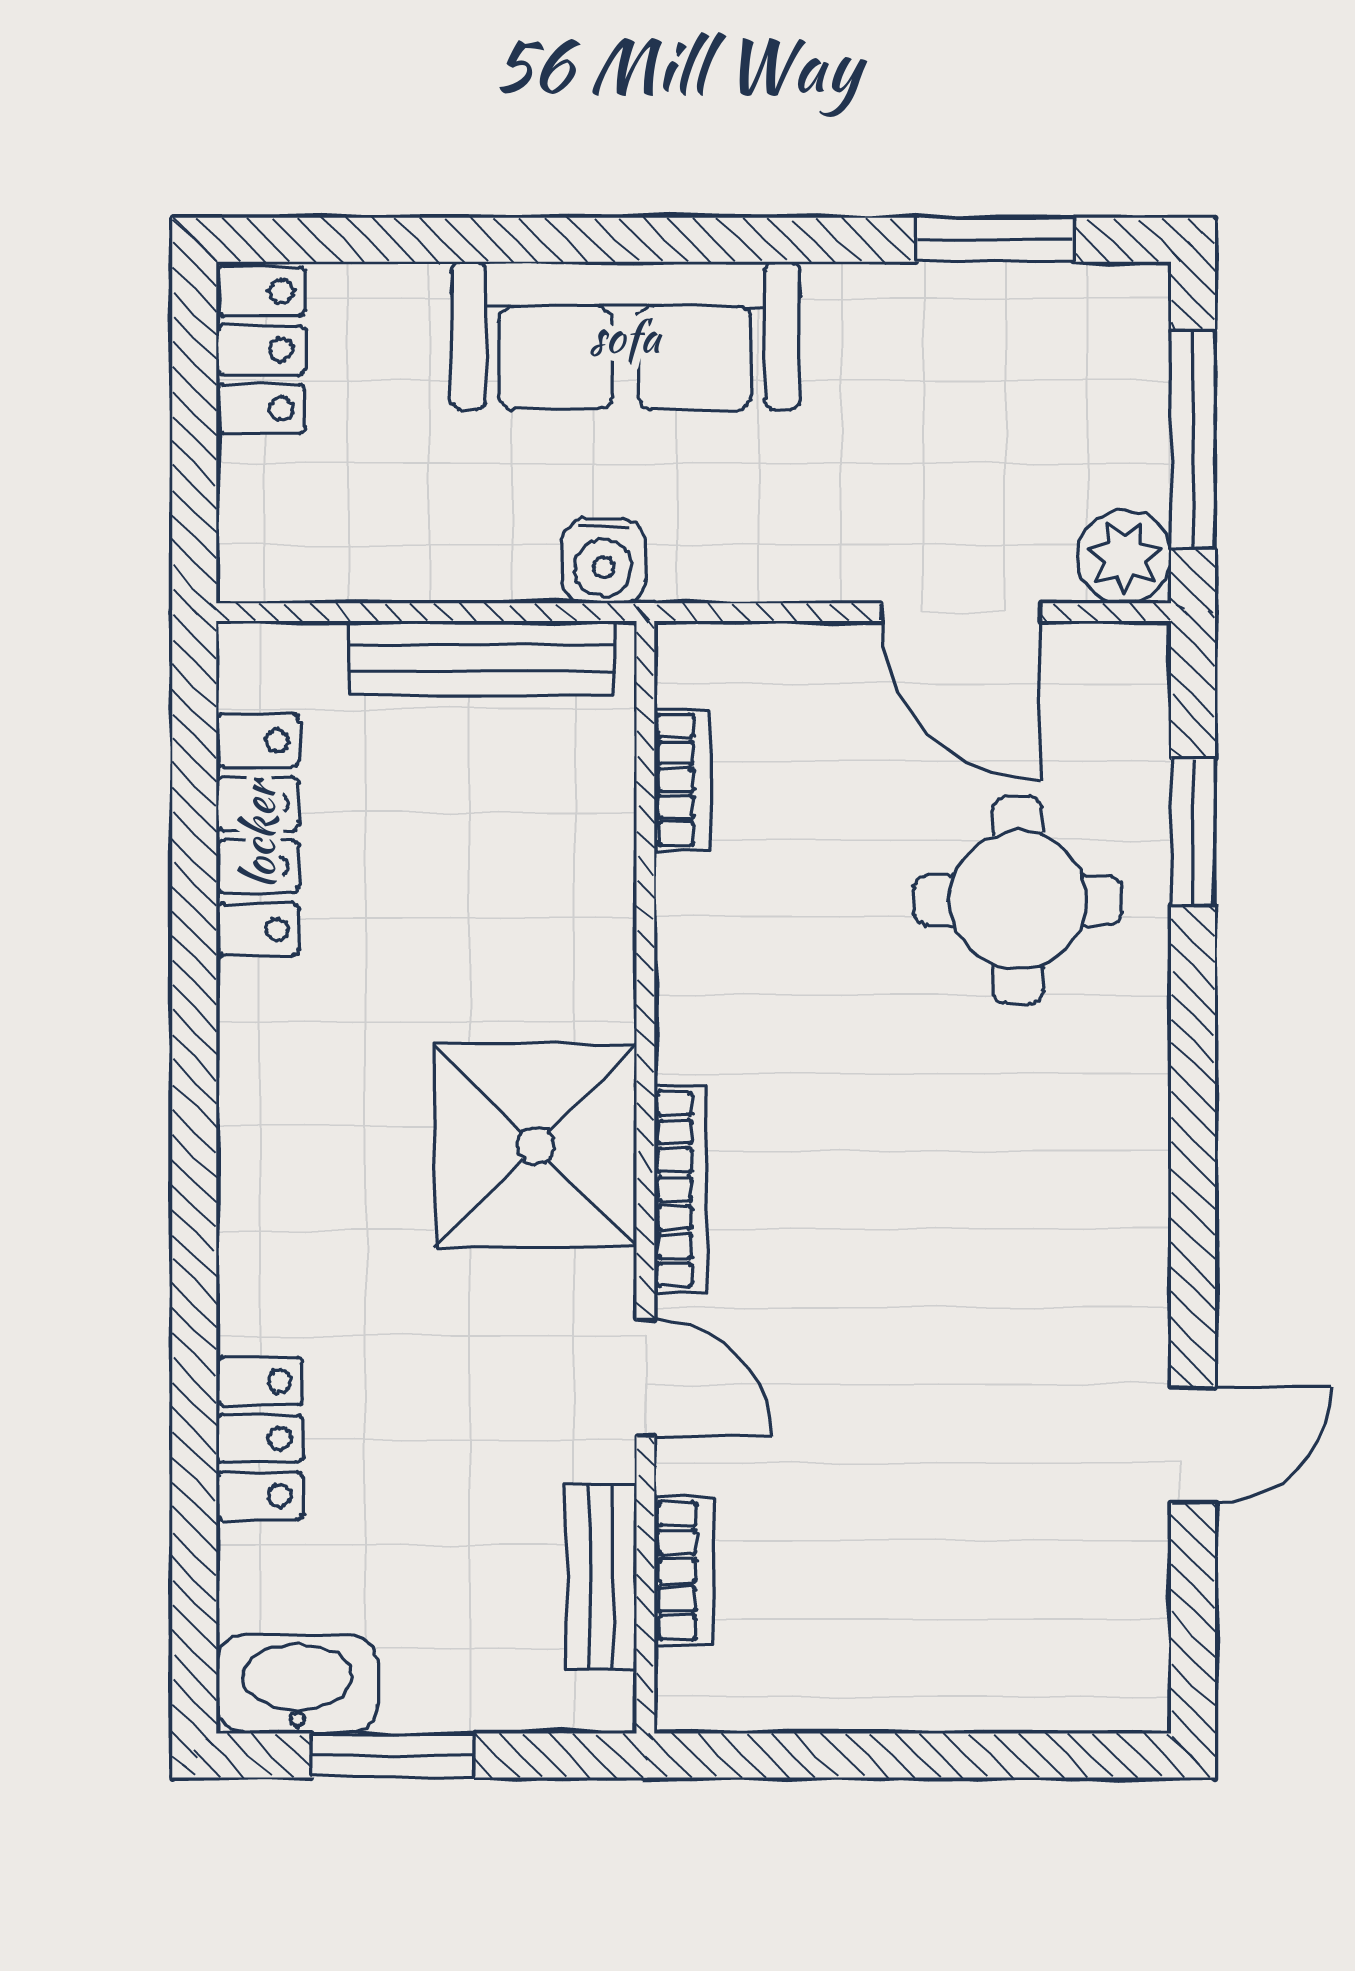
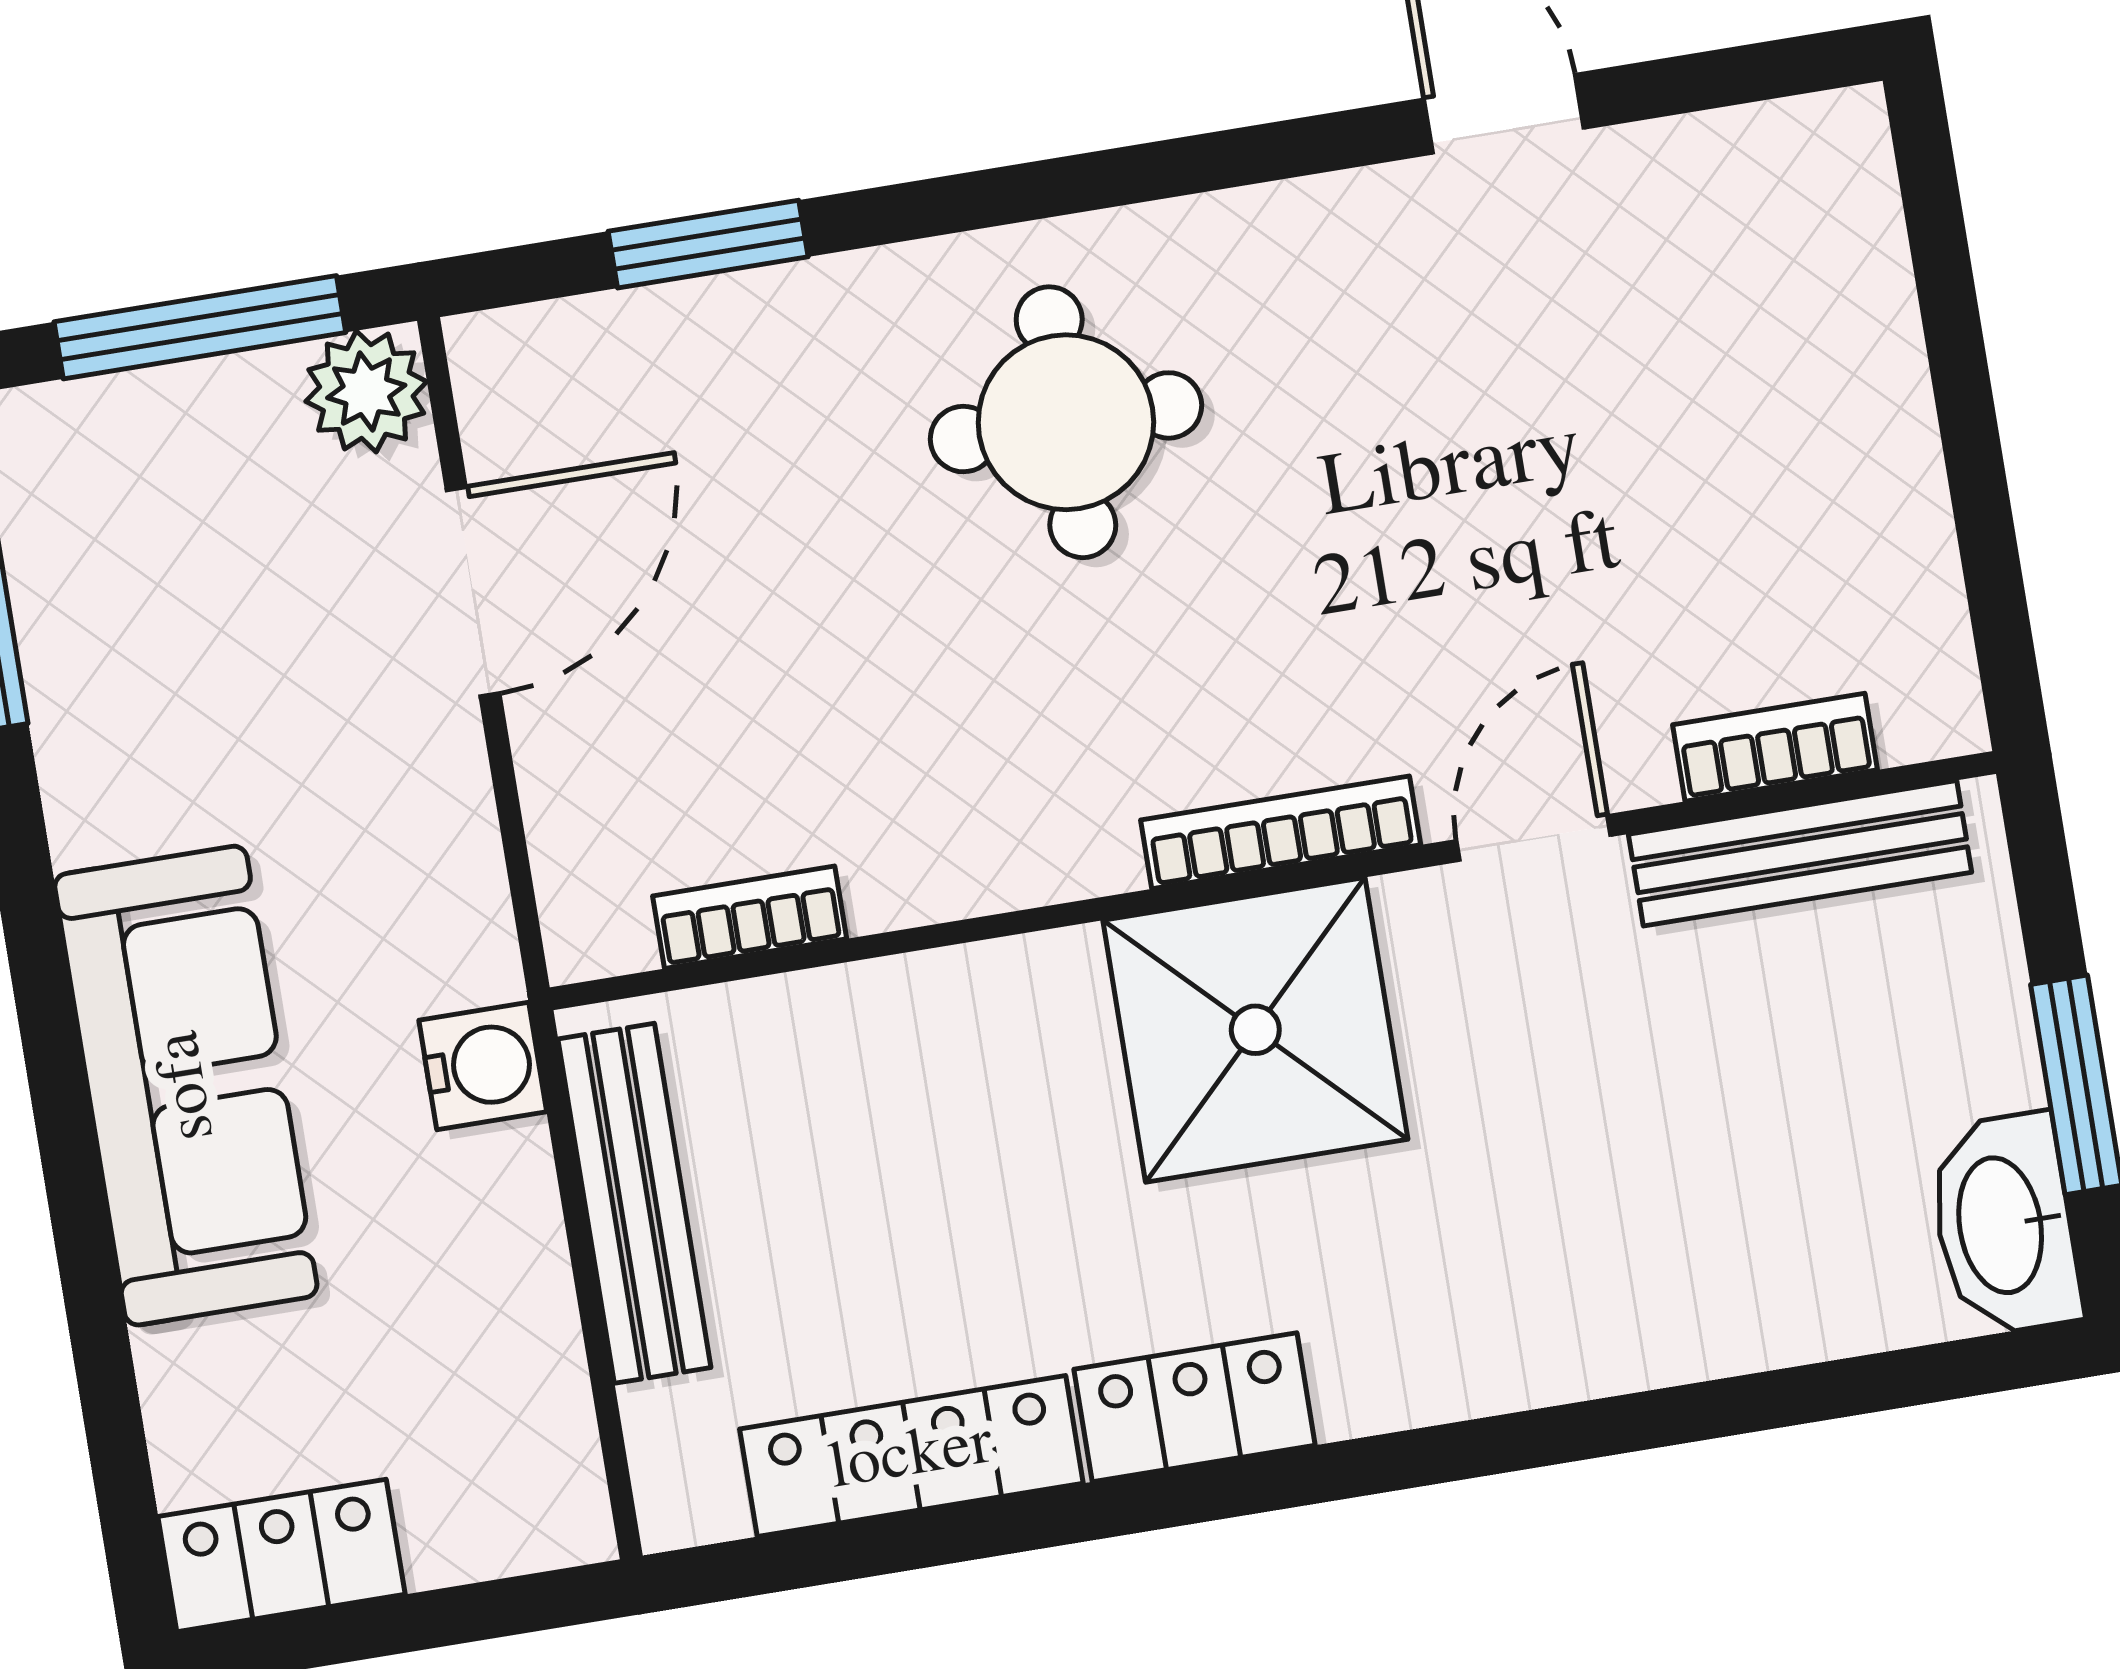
round table: (1018, 900) -> (1066, 422), moved
locker: (260, 1439) -> (1195, 1407), moved
bench: (601, 1576) -> (1800, 853), width x1.36

